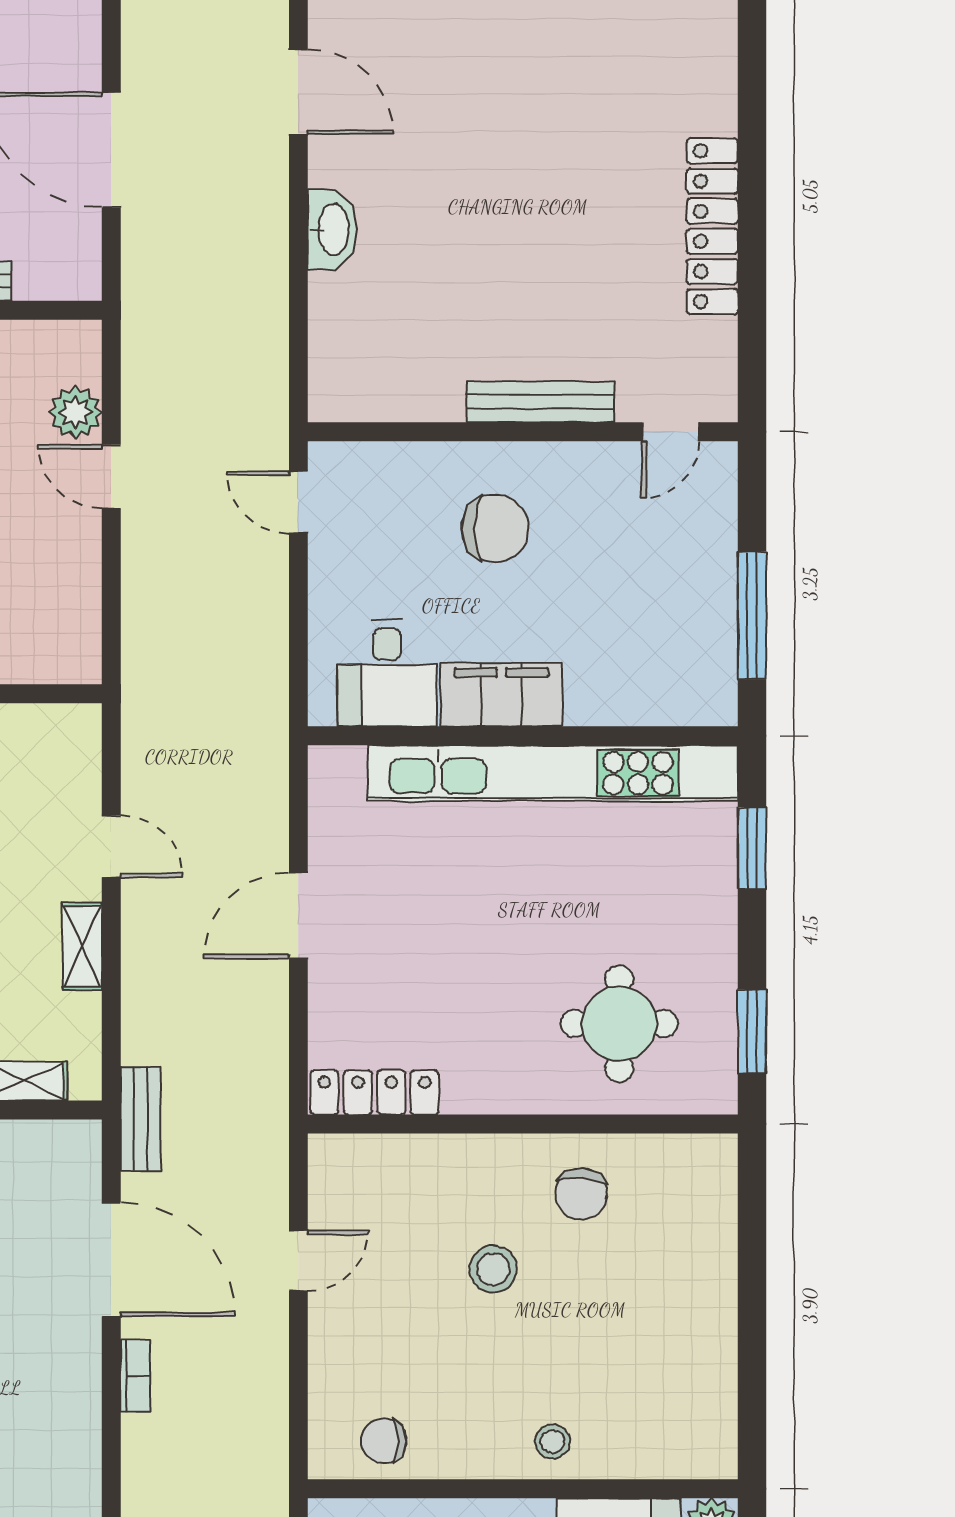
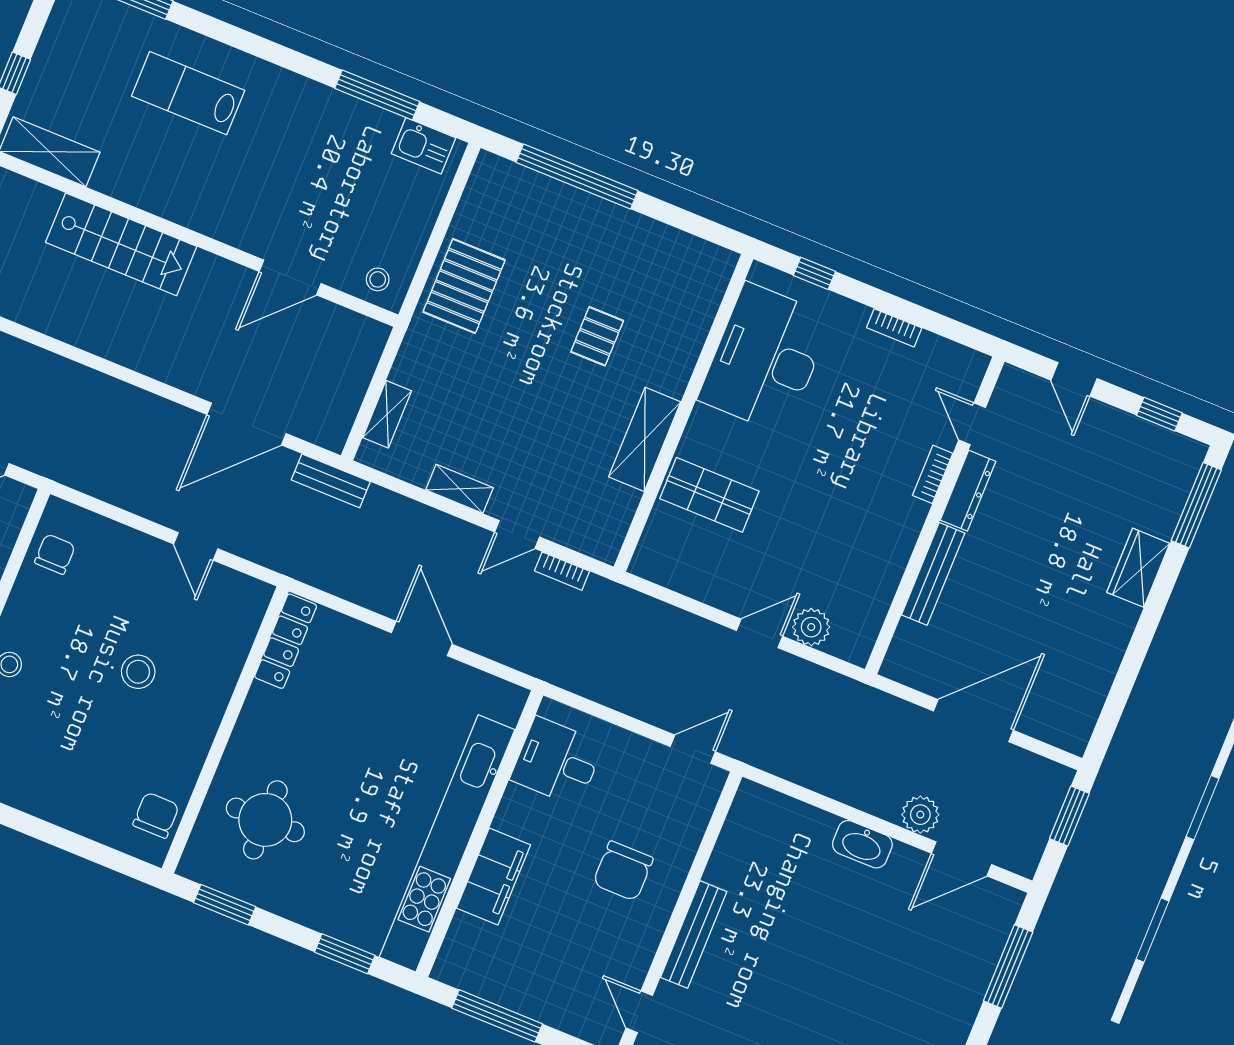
plant: (263, 169) -> (920, 815), added
filing cabinet: (502, 695) -> (494, 876), moved
chair: (581, 1194) -> (156, 815), moved, turned 85
bookcase: (135, 1376) -> (562, 571), moved

